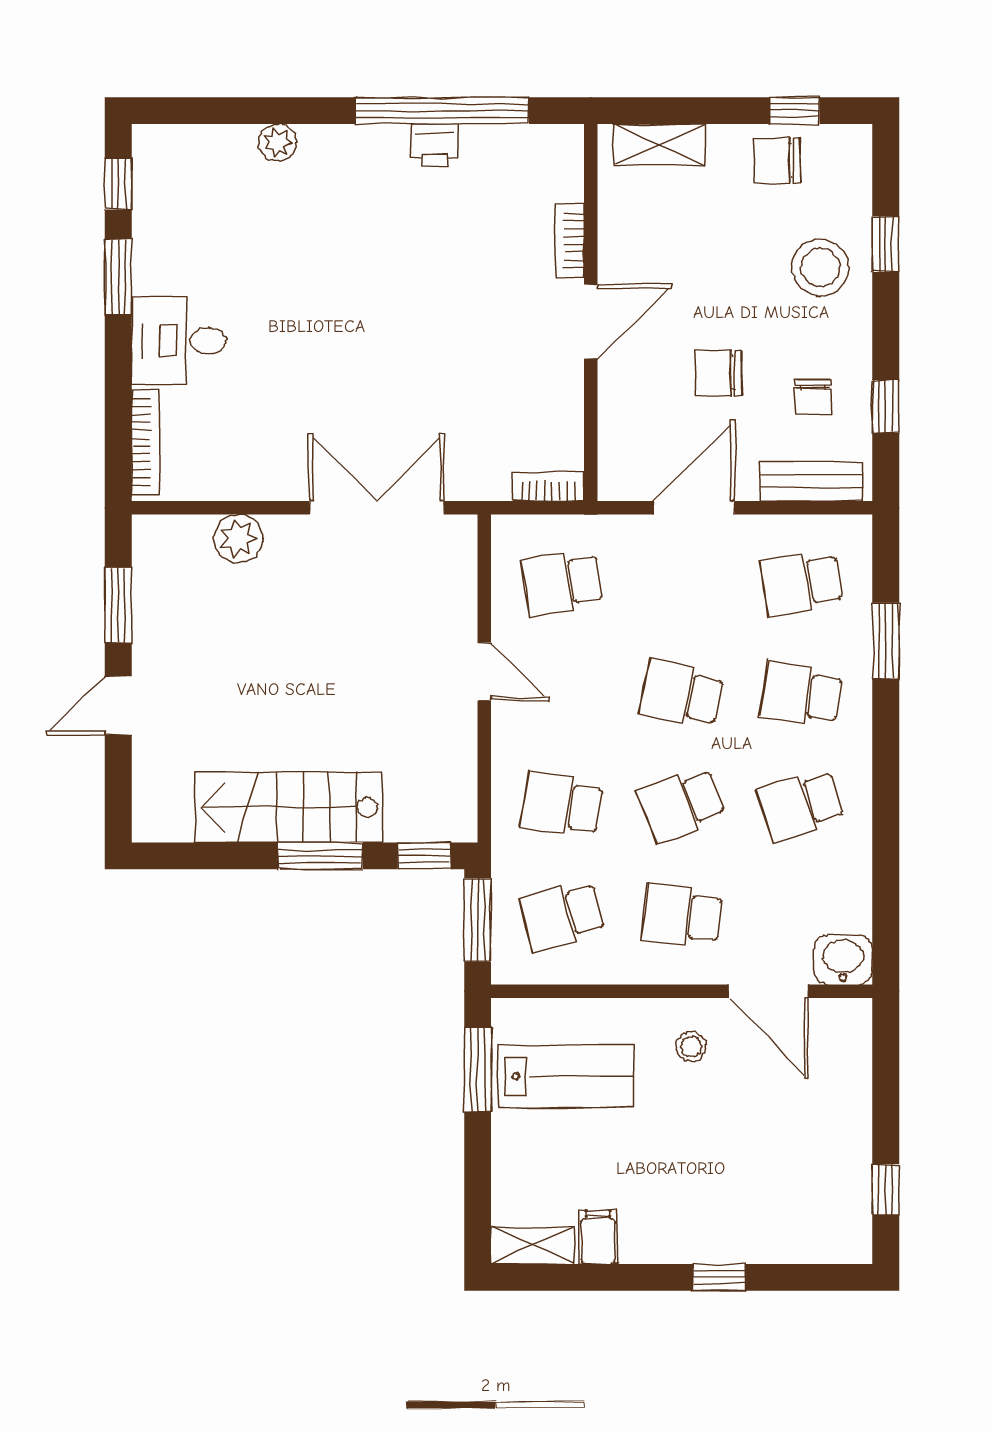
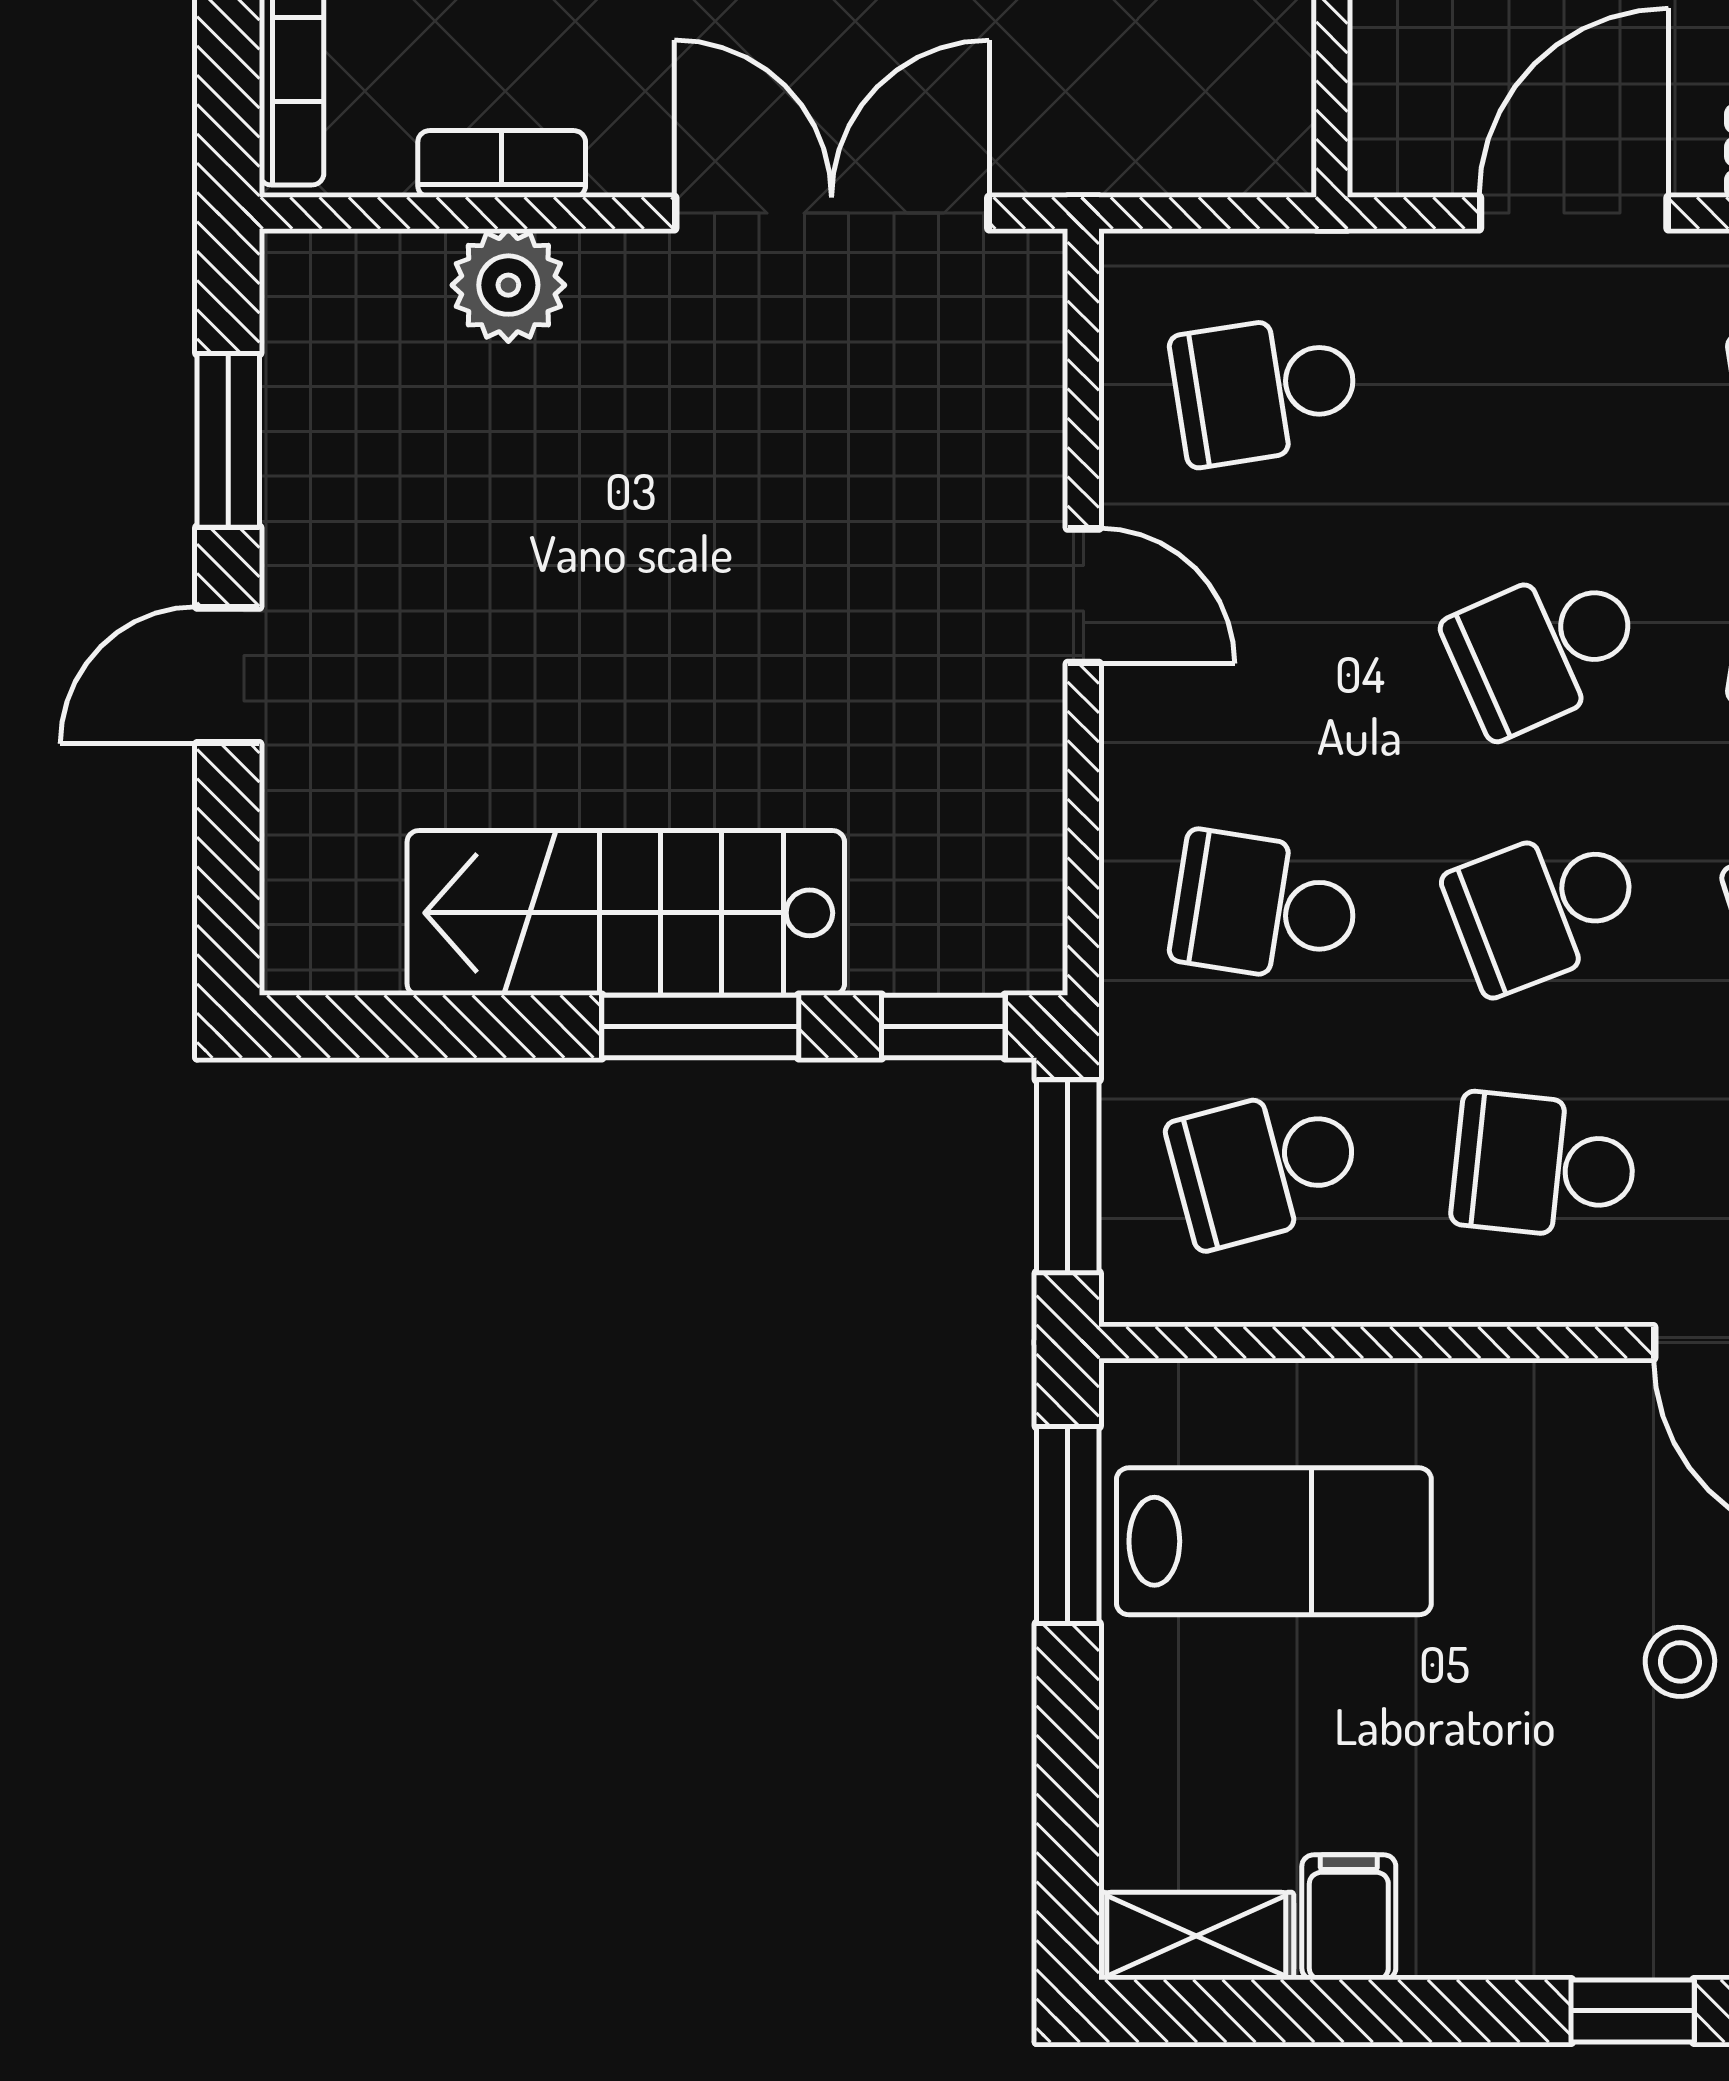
bookcase: (548, 487) -> (502, 164), moved
school desk: (682, 694) -> (1544, 648), turned -36
stool: (691, 1047) -> (1680, 1662), moved

